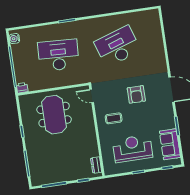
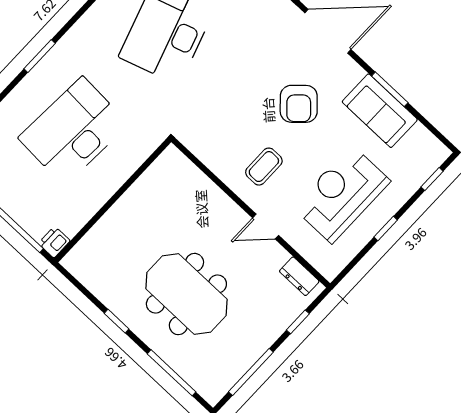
armchair: (136, 94) -> (299, 104), moved, turned 47
door: (92, 96) -> (266, 227), moved
meeting table: (54, 115) -> (186, 294), moved
sofa: (170, 144) -> (380, 111), moved

